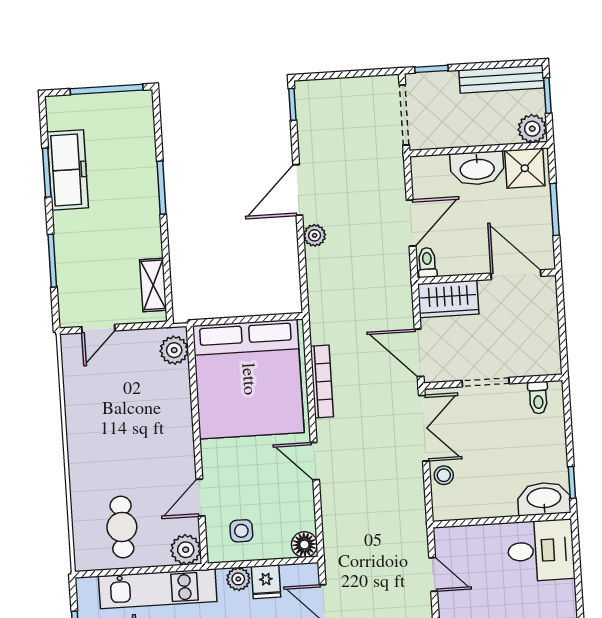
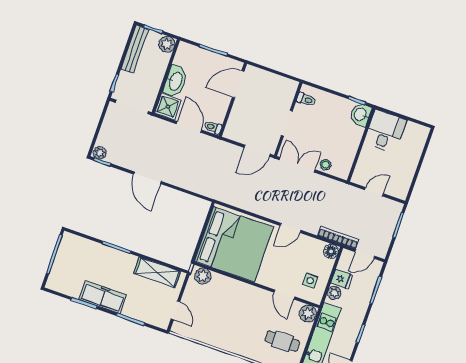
shower: (525, 168) -> (168, 107), moved
freezer: (68, 170) -> (103, 297), moved
plant: (315, 235) -> (100, 153), moved
shelving: (153, 285) -> (157, 272), width x1.50, depth x1.33
wardrobe: (448, 299) -> (236, 124), removed
bookcase: (322, 382) -> (338, 238), moved
washbasin: (544, 499) -> (361, 115), width x0.72

